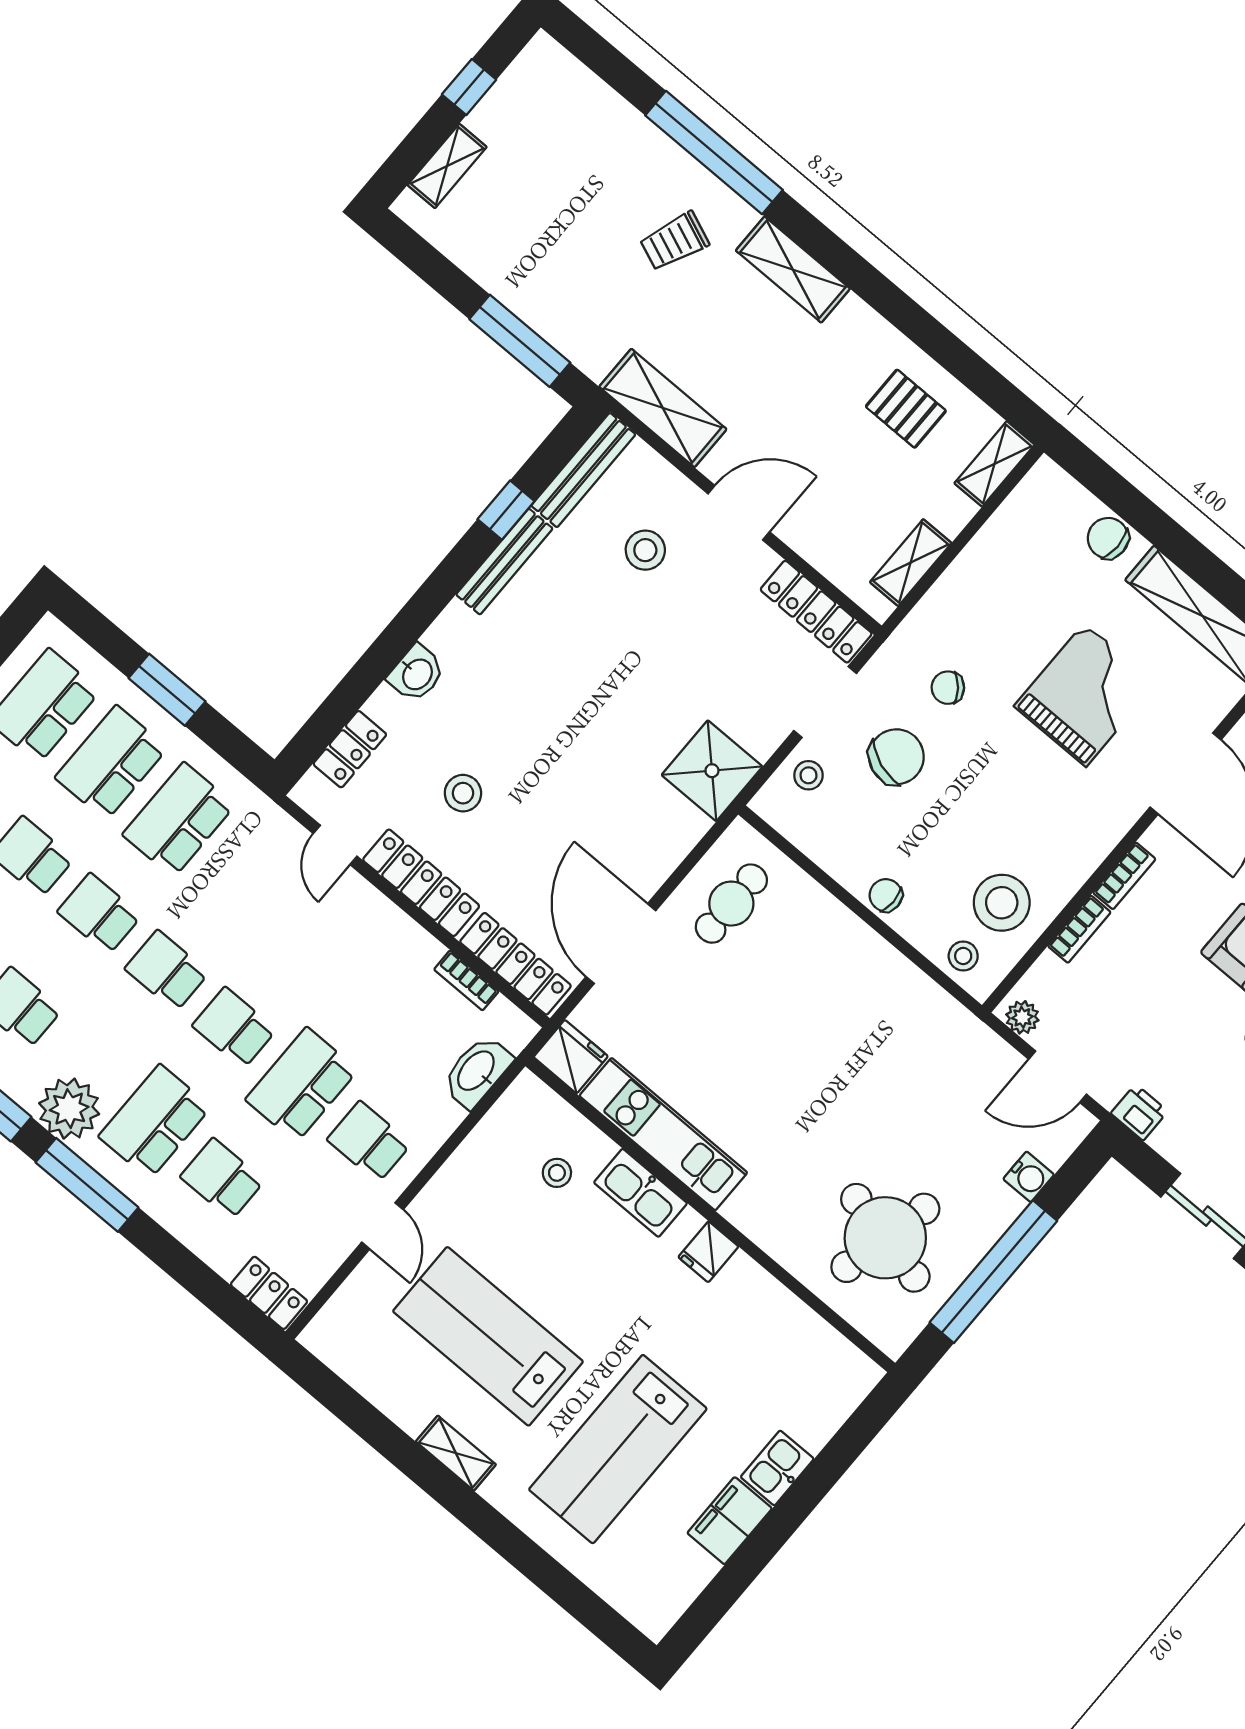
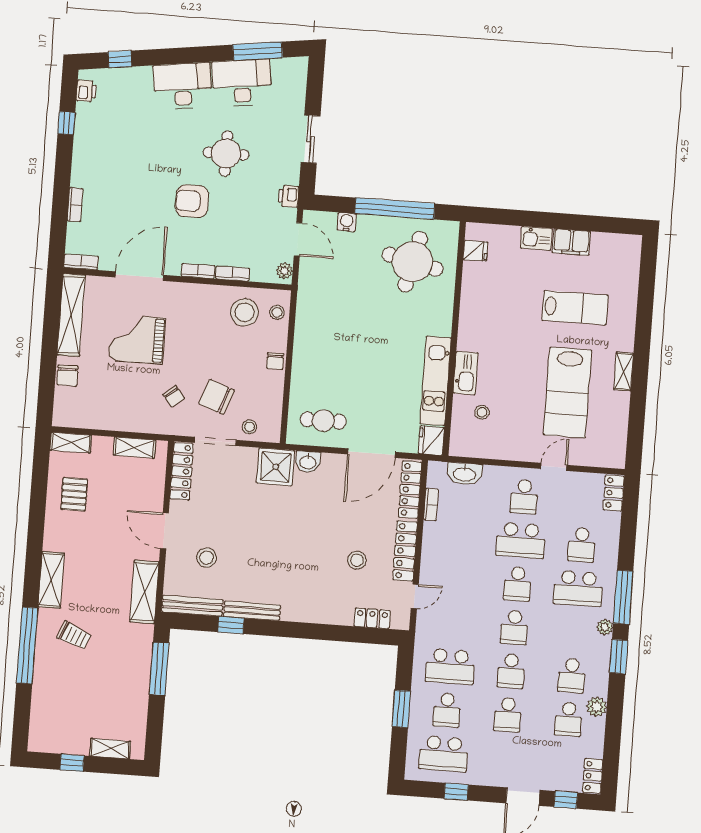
washbasin: (417, 674) -> (308, 462), moved, turned 180
school desk: (111, 763) -> (447, 710), width x0.54
plant: (69, 1109) -> (605, 627), width x0.53, depth x0.53
fridge: (708, 1252) -> (475, 251), moved
lab bench: (618, 1449) -> (575, 308), width x0.73, depth x0.72

